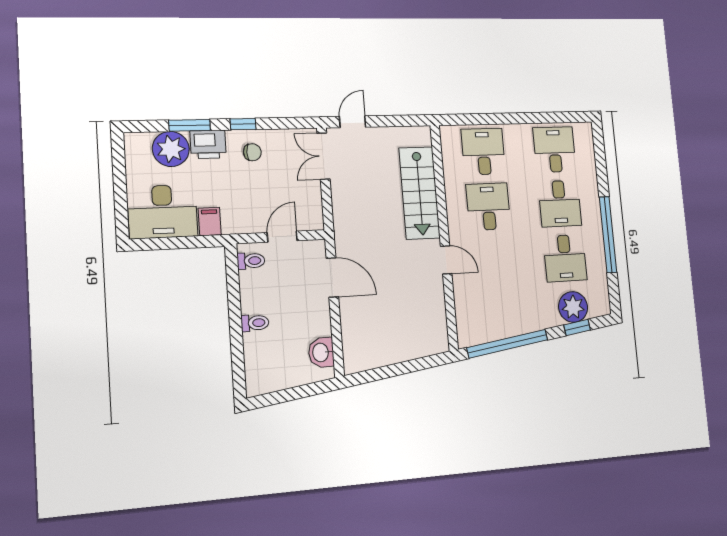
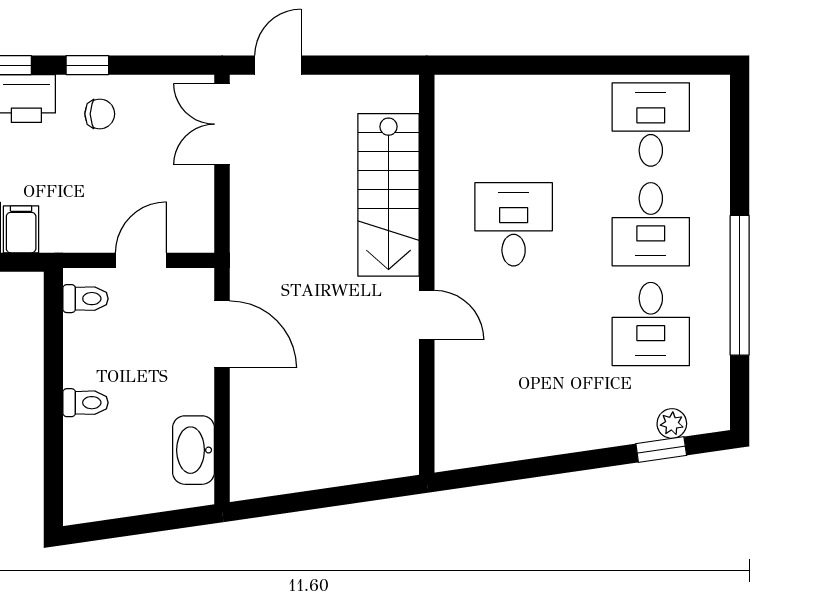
desk: (483, 152) -> (514, 125), removed
plant: (573, 307) -> (672, 423), width x0.53, depth x0.53
window: (507, 344) -> (526, 469), removed
washbasin: (321, 352) -> (193, 450), width x1.38

